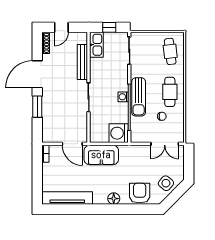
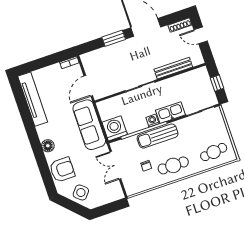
kitchen sink: (96, 45) -> (170, 113), moved, turned 180
double door: (165, 144) -> (115, 165), moved
sofa: (101, 155) -> (89, 125), width x1.36

